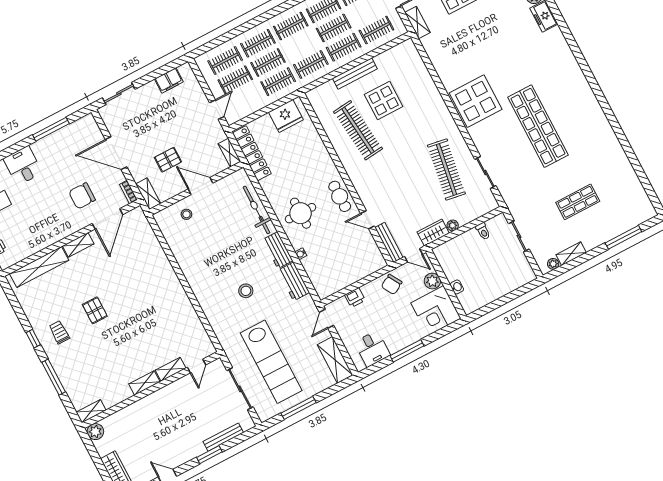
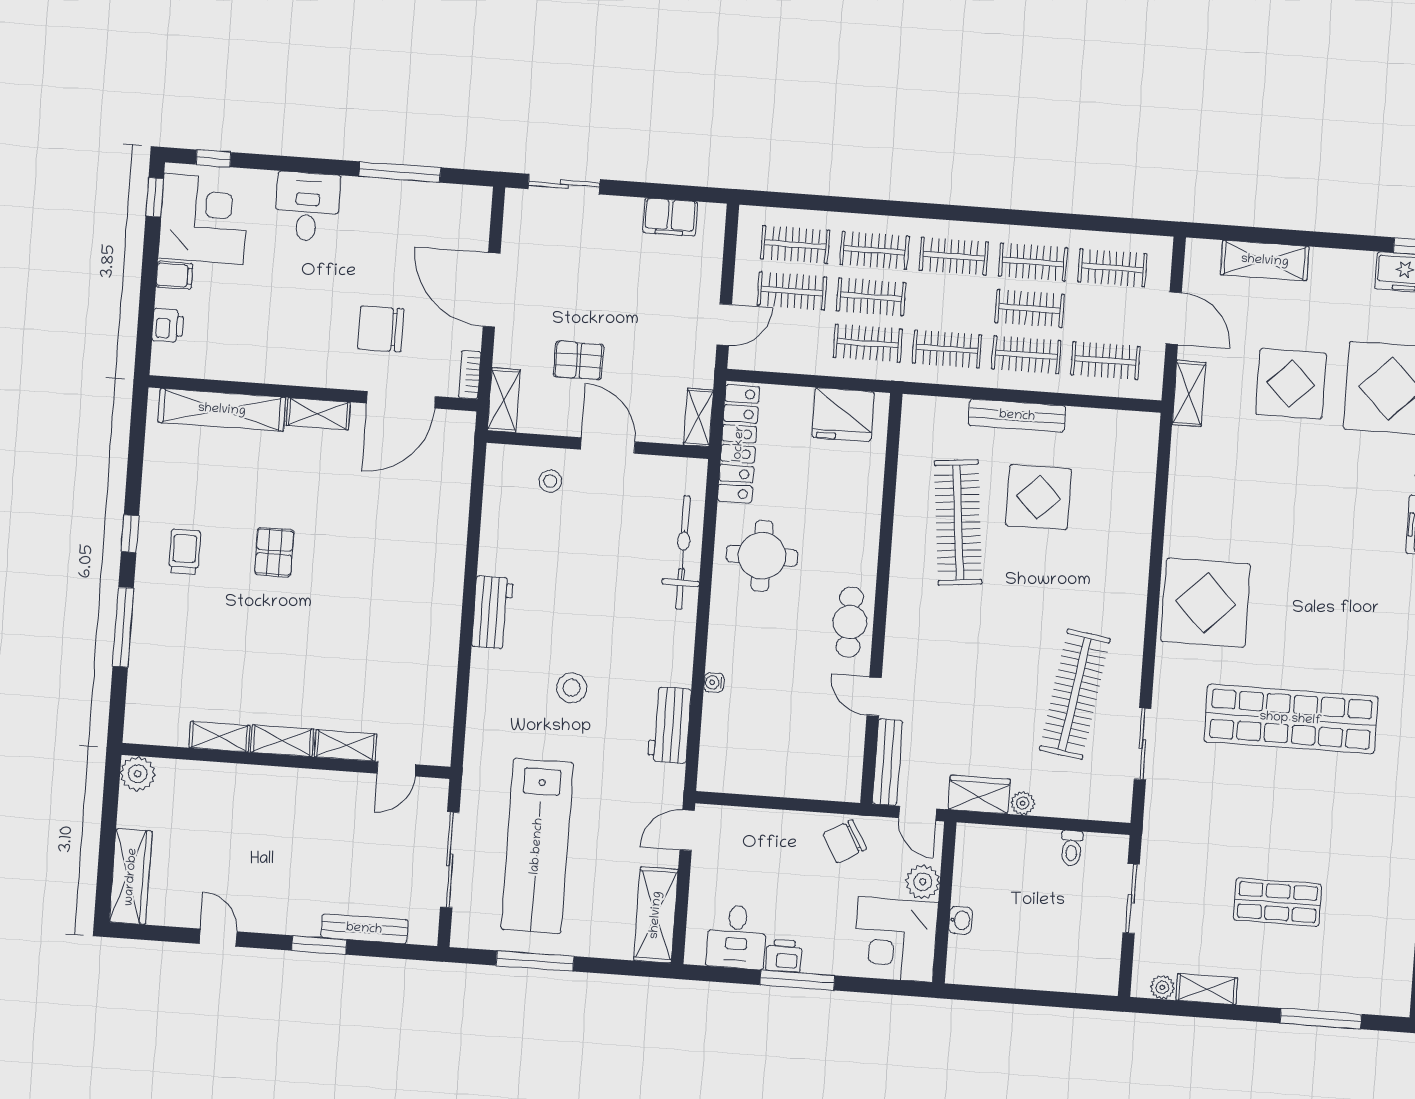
shop shelf: (538, 126) -> (1291, 719), turned 90
round table: (301, 213) -> (762, 556), moved
workbench: (278, 250) -> (492, 612), moved, turned 180
printer: (355, 298) -> (784, 956), moved, turned 180
shelving: (91, 411) -> (219, 737), moved

